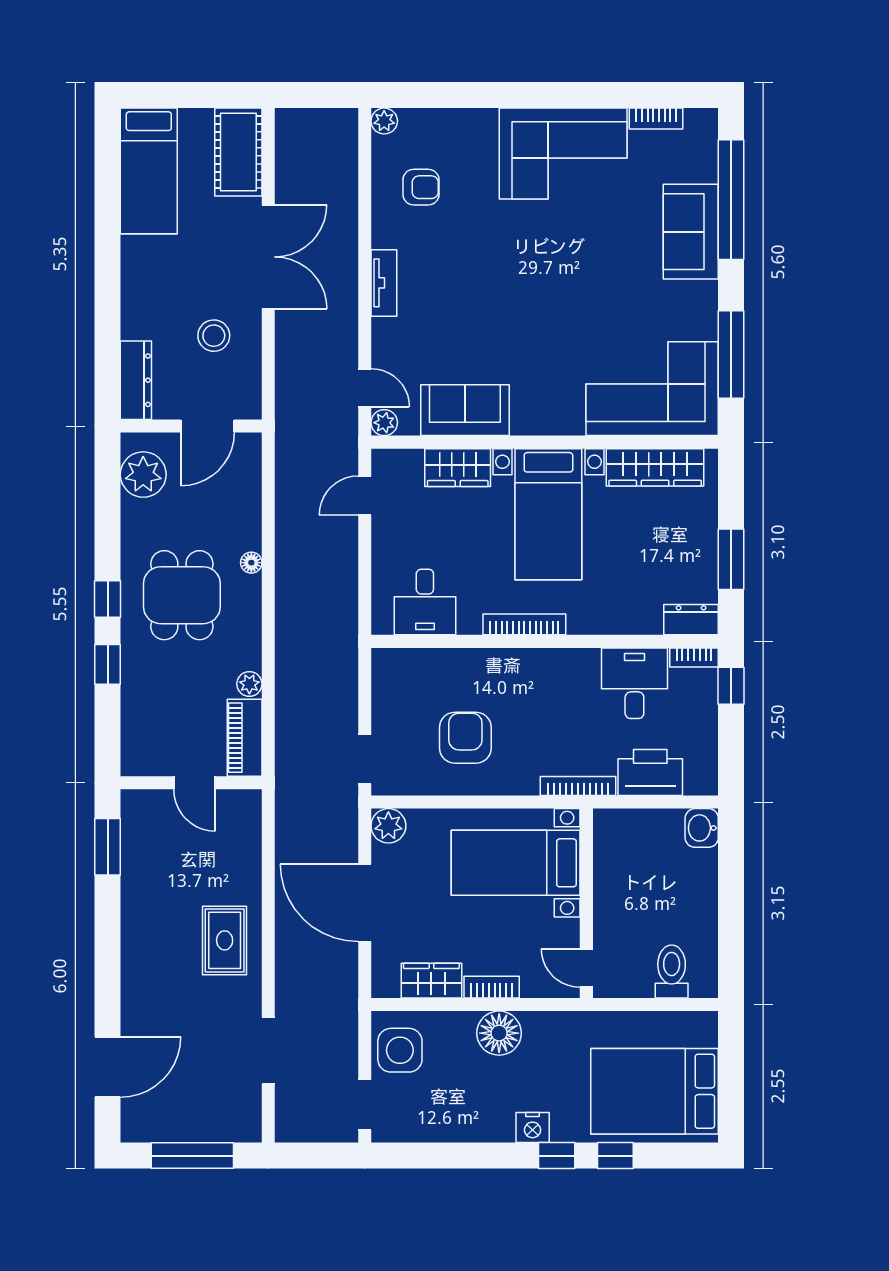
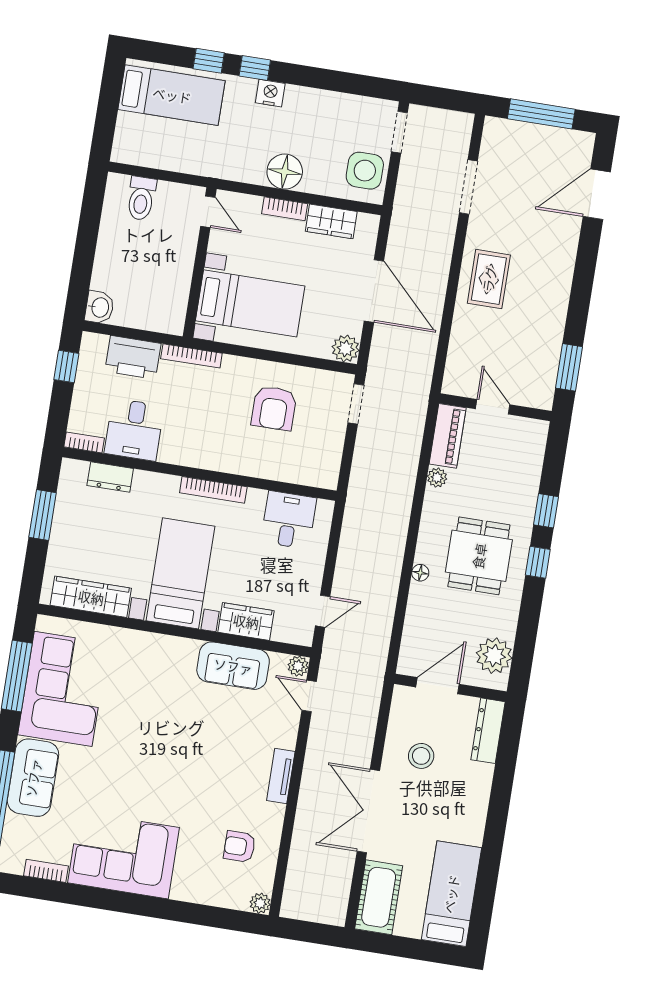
corner sofa: (652, 389) -> (63, 689), moved, turned -90
dresser: (691, 620) -> (110, 477), moved
window: (731, 686) -> (66, 367), moved
bed: (655, 1091) -> (172, 95), width x0.67

